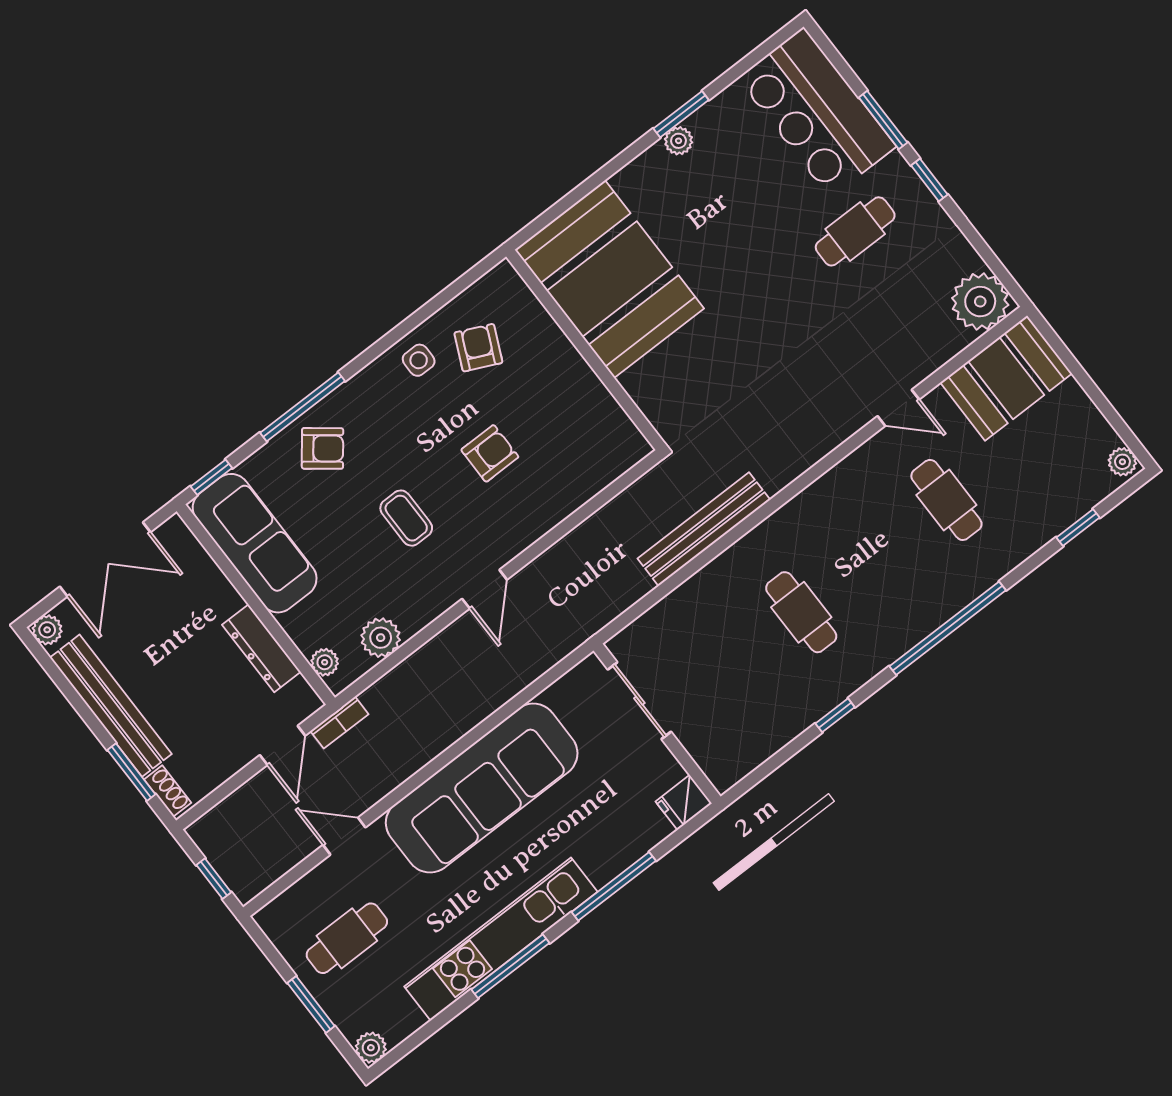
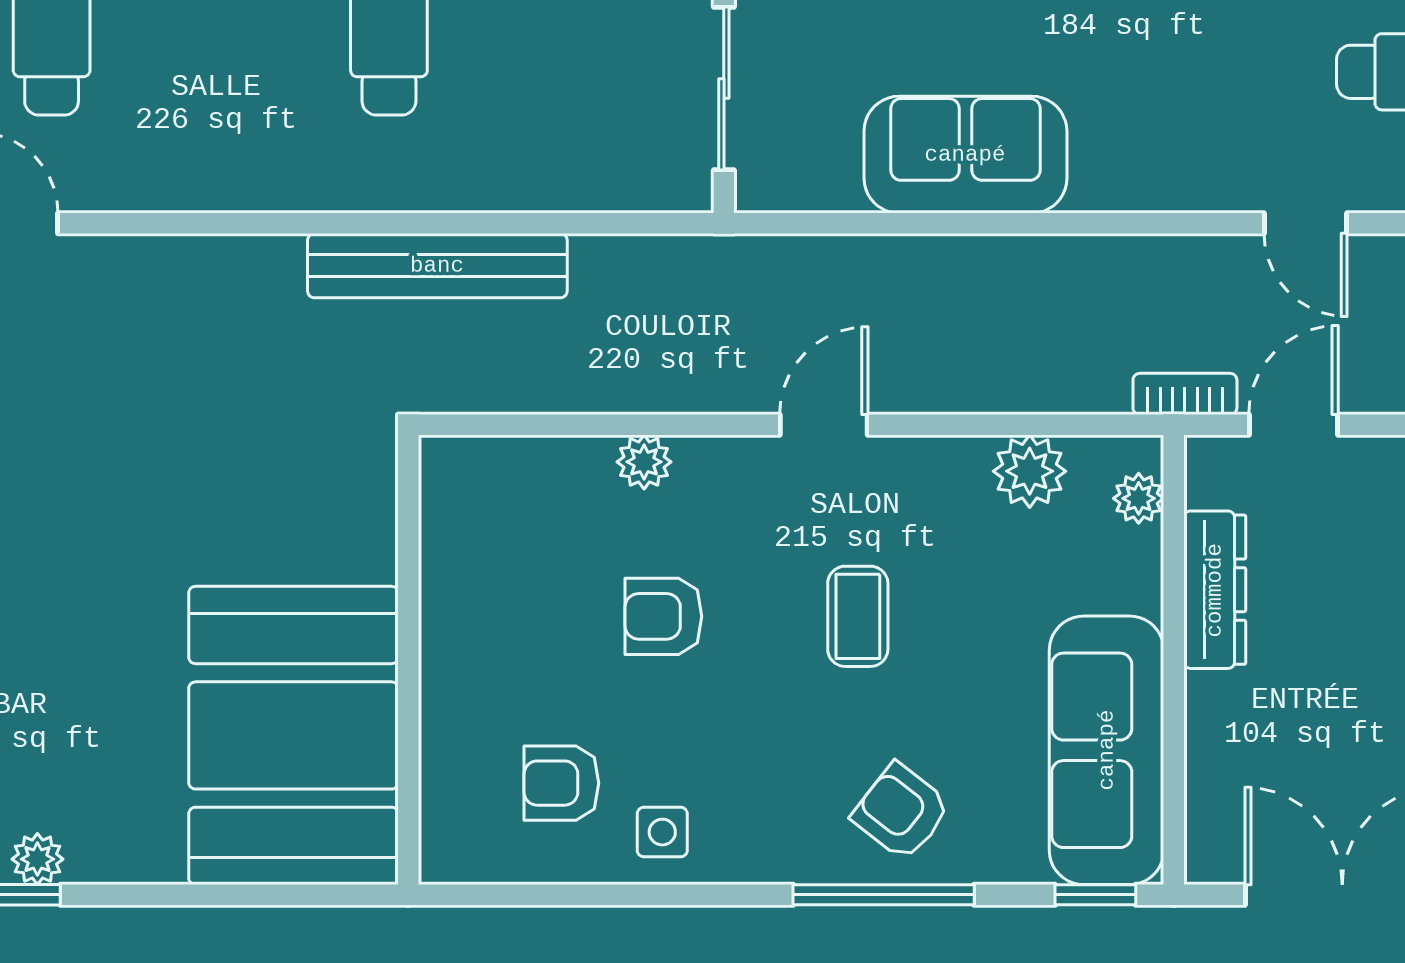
armchair: (478, 348) -> (561, 783), turned 65
plant: (550, 513) -> (644, 462), added
sofa: (482, 788) -> (965, 155), width x0.54, depth x0.79

